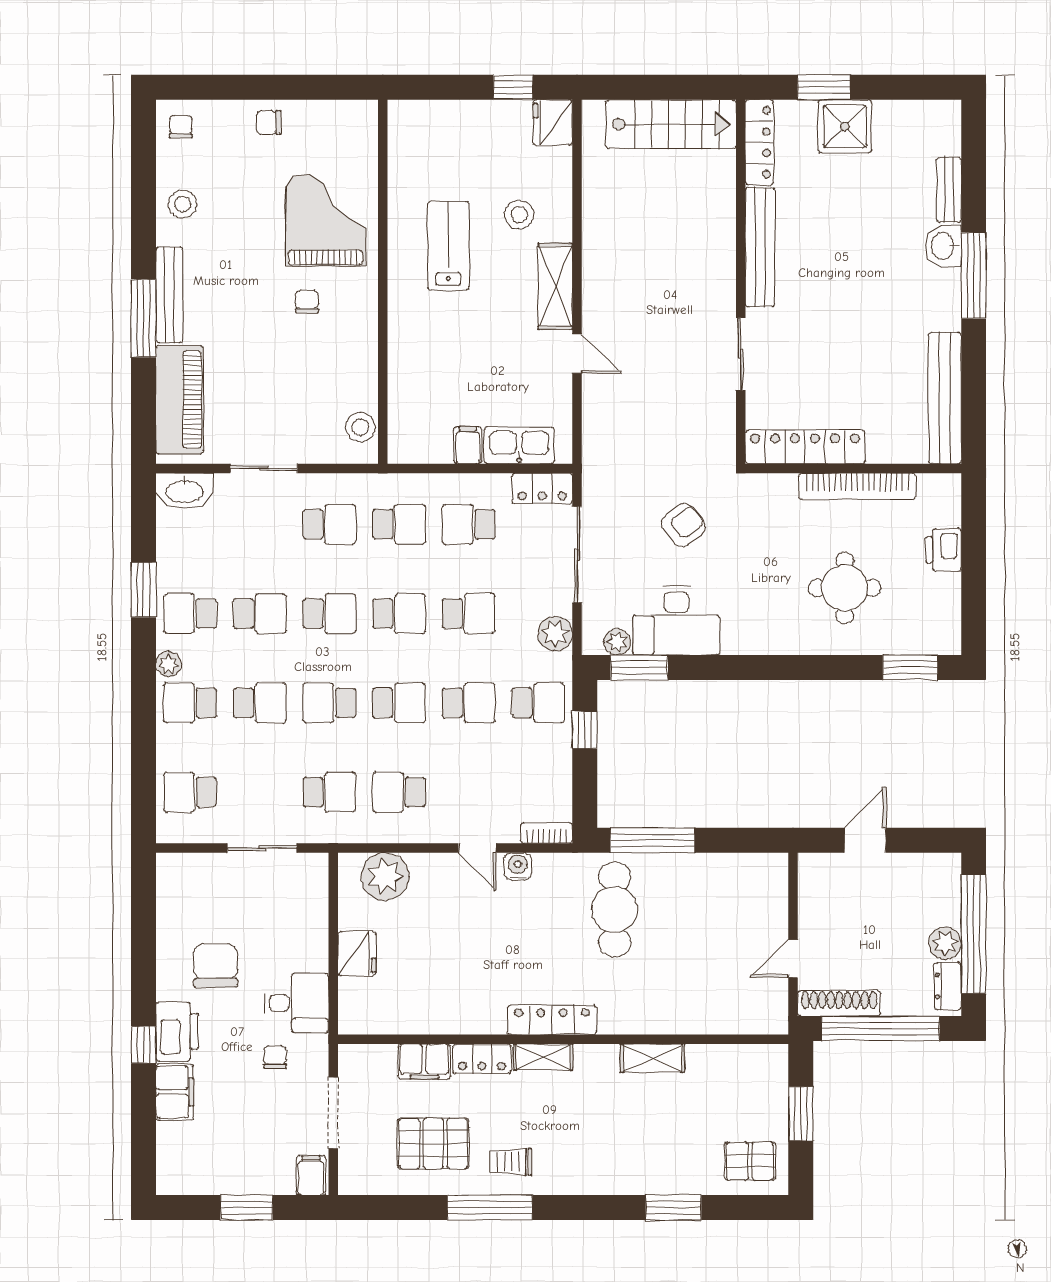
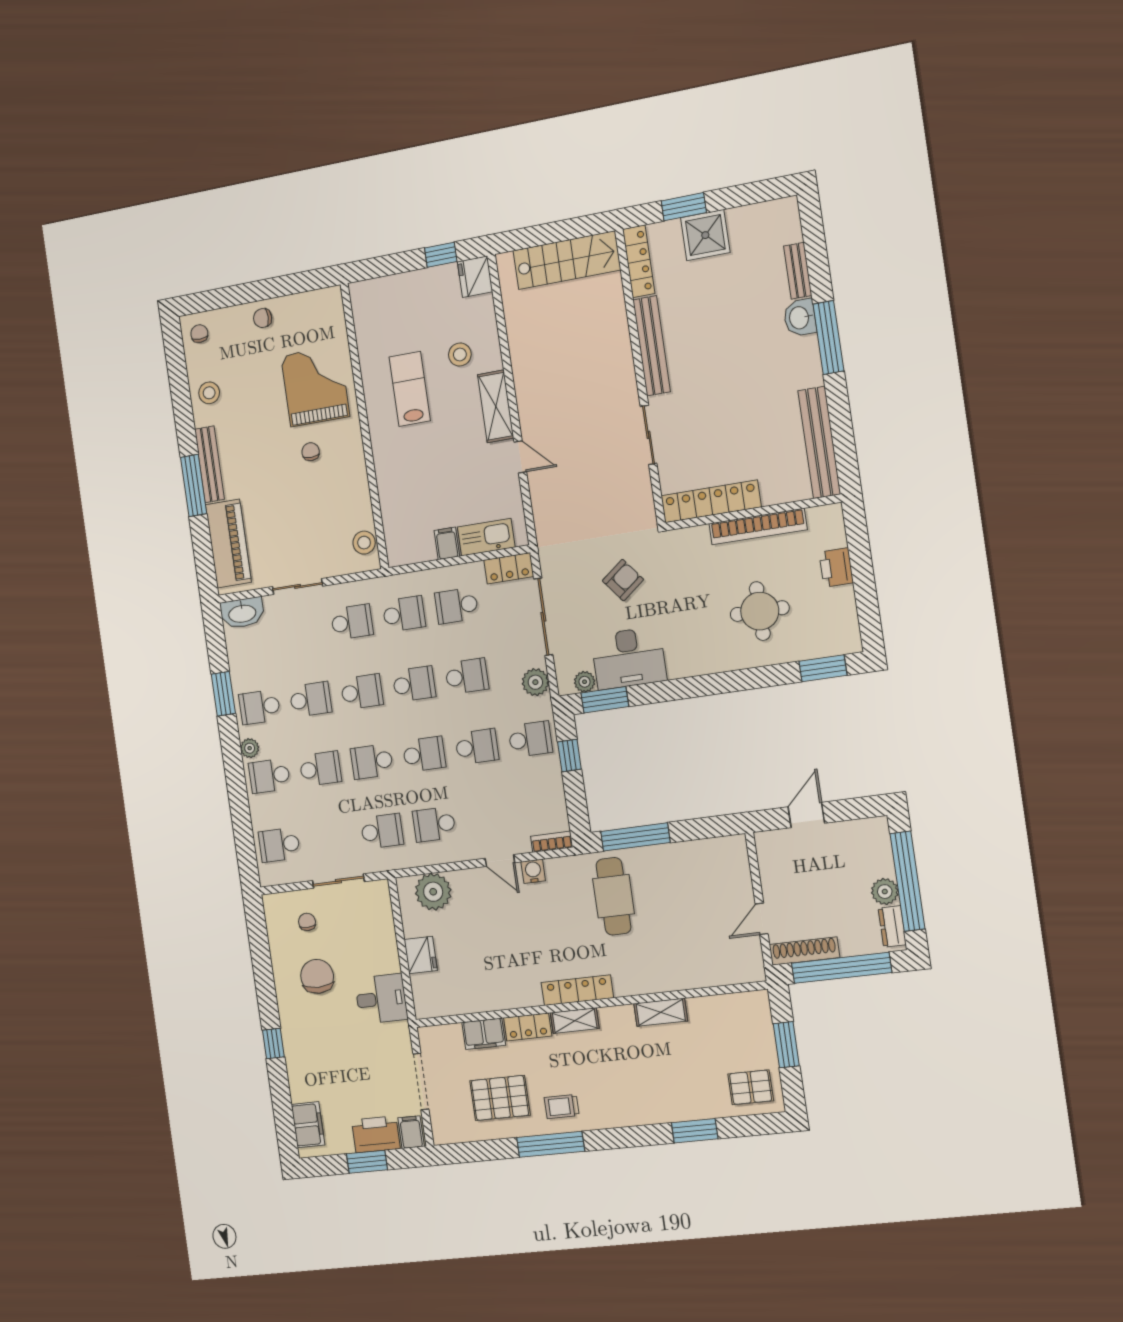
printer: (177, 1032) -> (376, 1134), moved, turned -90
chair: (275, 1057) -> (307, 922), moved
filing cabinet: (175, 1092) -> (308, 1125), moved

